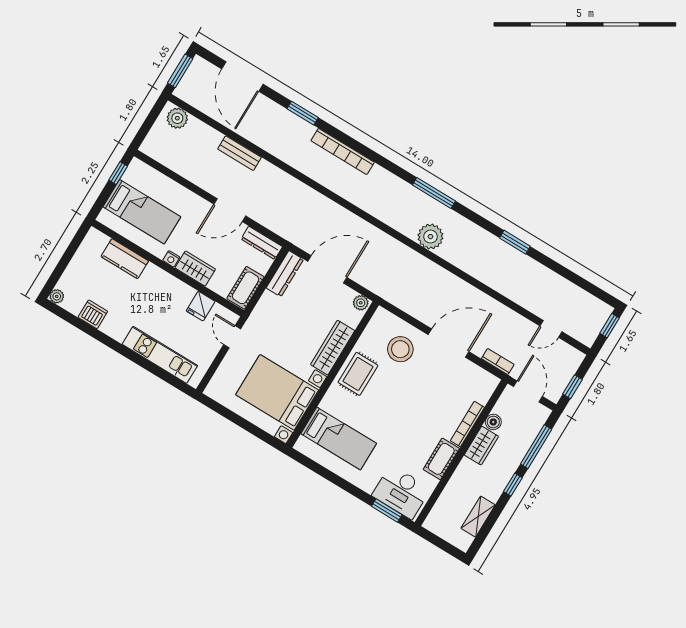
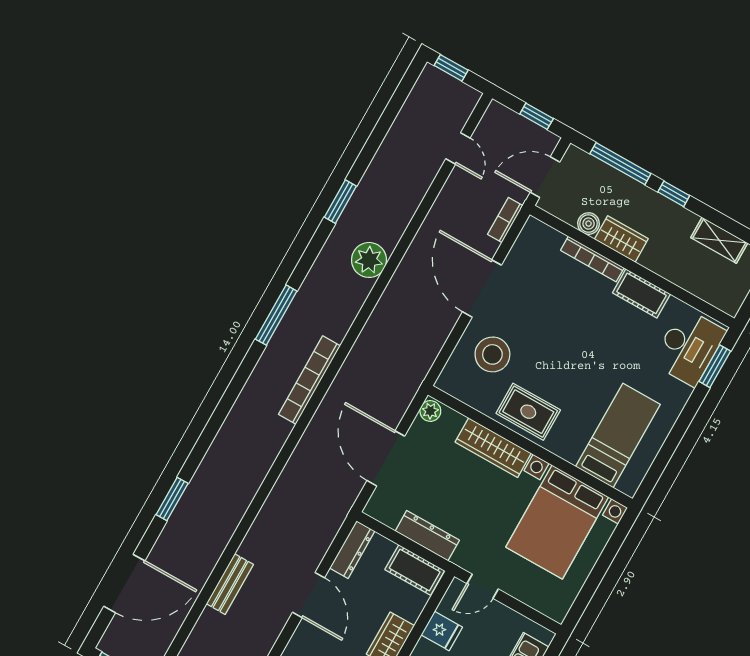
bookcase: (343, 151) -> (309, 380), moved, turned 180
plant: (431, 237) -> (369, 260), moved
dresser: (285, 274) -> (427, 536), moved

